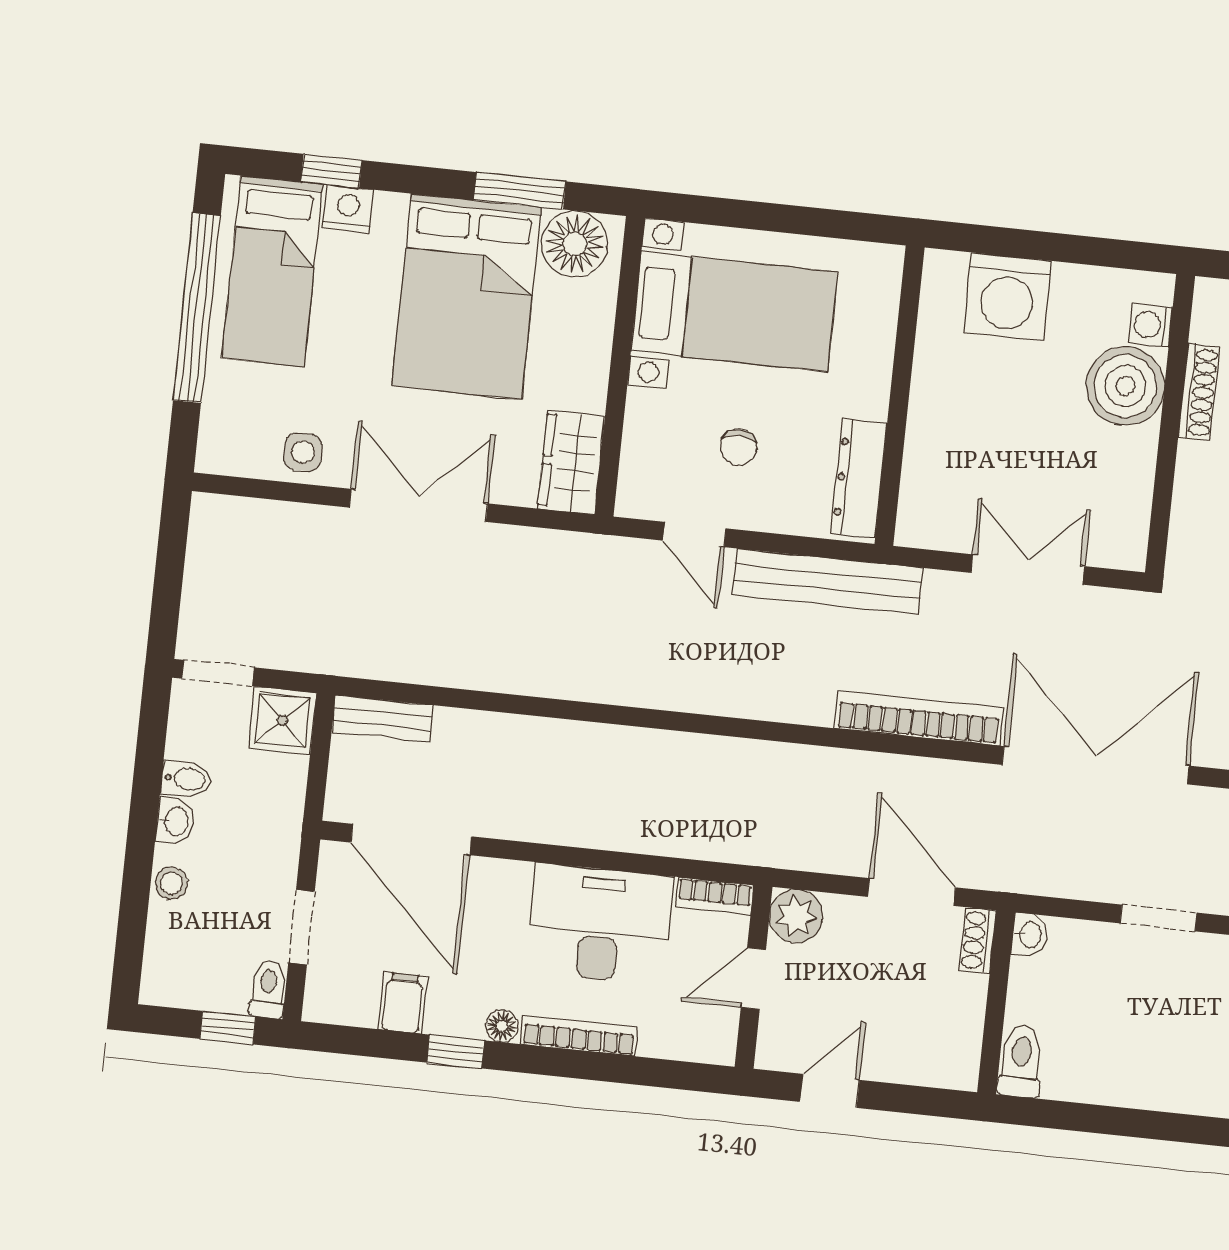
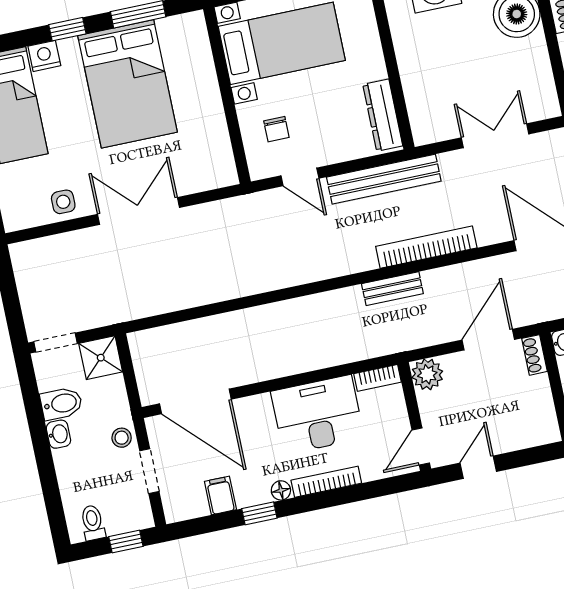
window: (331, 171) -> (67, 29), moved
floor lamp: (575, 244) -> (179, 34), removed
chair: (738, 447) -> (276, 129), moved
wardrobe: (571, 462) -> (217, 158), removed
bookcase: (919, 718) -> (426, 247), moved
bench: (382, 719) -> (392, 289), moved
bidet: (186, 779) -> (61, 404), width x1.38, depth x1.36
stool: (172, 883) -> (122, 438), moved
door: (911, 892) -> (488, 340), hinge flipped
door: (753, 979) -> (421, 447), moved
toilet: (268, 989) -> (93, 523), moved

